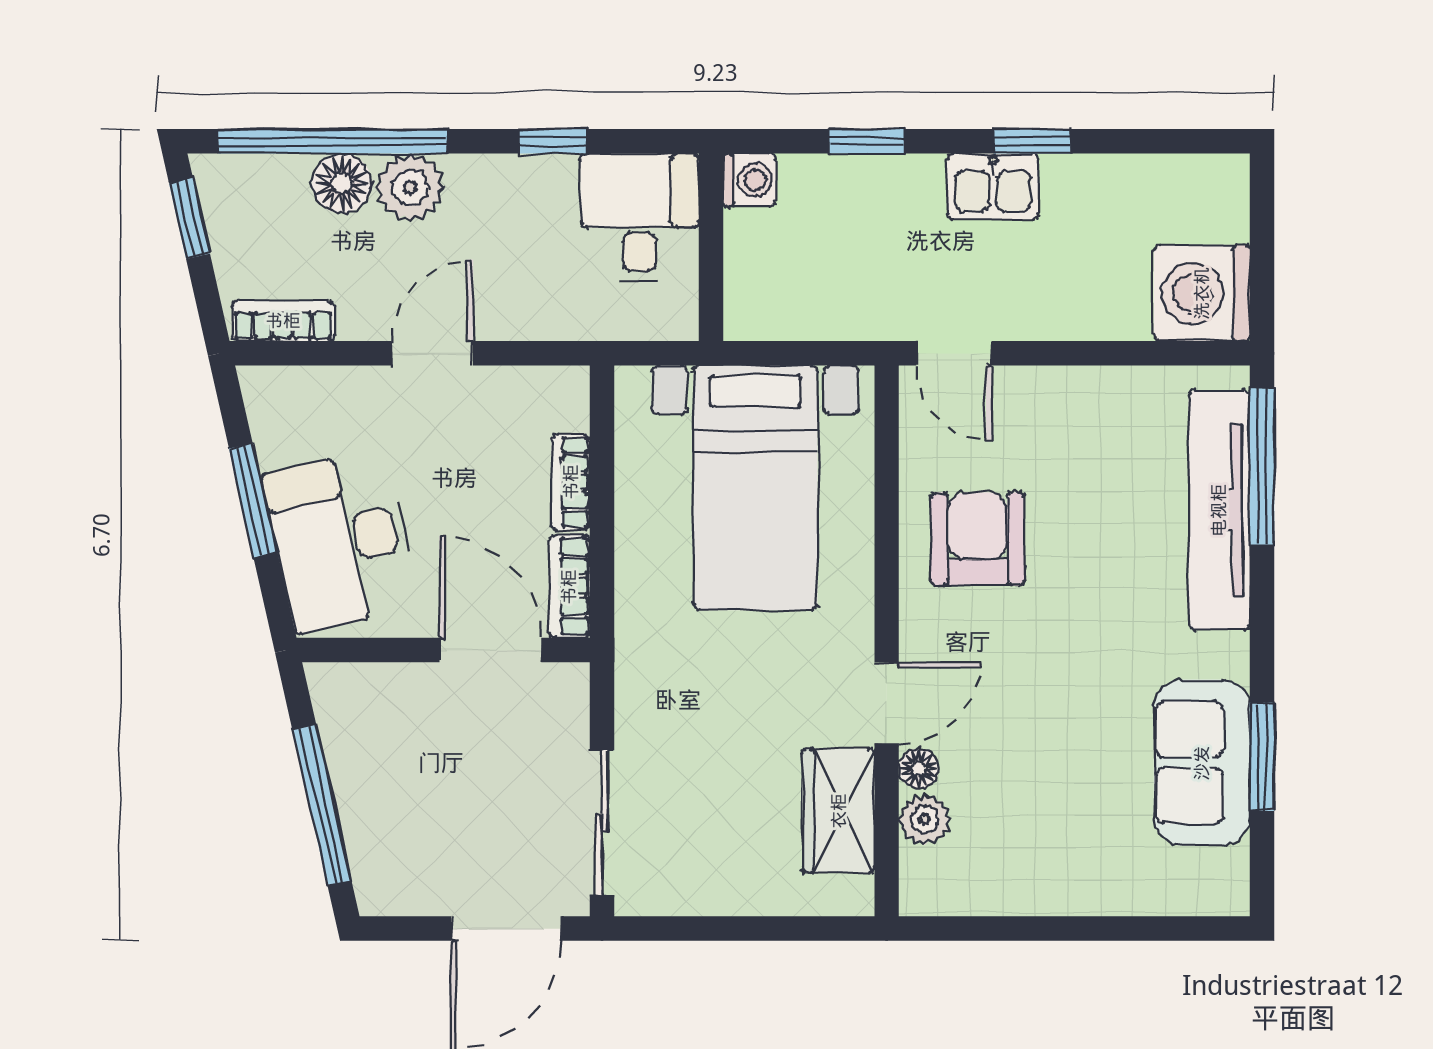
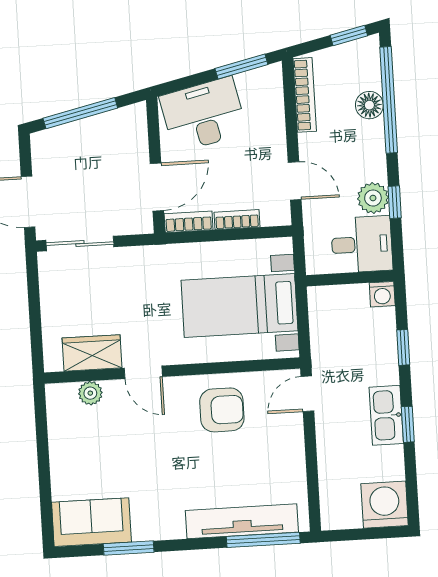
plant: (410, 187) -> (373, 198), moved
kitchen sink: (993, 187) -> (386, 415), width x1.38
washing machine: (1202, 293) -> (385, 505), moved
bookcase: (283, 321) -> (305, 95), width x1.56
door: (432, 353) -> (295, 181), moved
window: (253, 501) -> (241, 67), moved
sofa: (1202, 763) -> (91, 522), moved
floor lamp: (919, 769) -> (114, 389), removed

